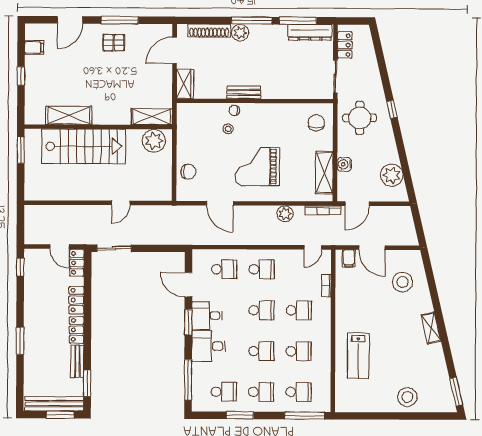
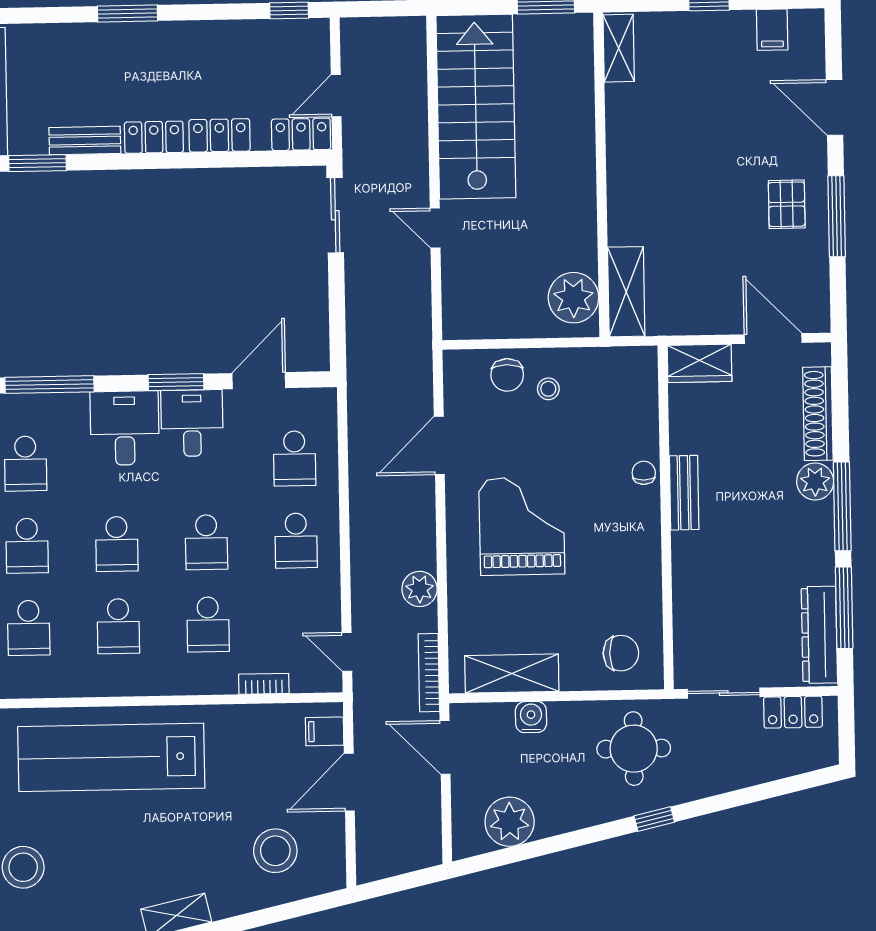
shelving: (69, 115) -> (619, 48), moved, width x0.67, depth x0.75
stool: (228, 129) -> (548, 389), moved
stairs: (84, 146) -> (476, 107), moved, turned 180
lab bench: (358, 356) -> (111, 757), width x1.86, depth x1.39

